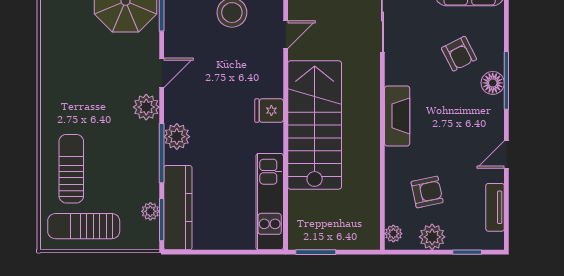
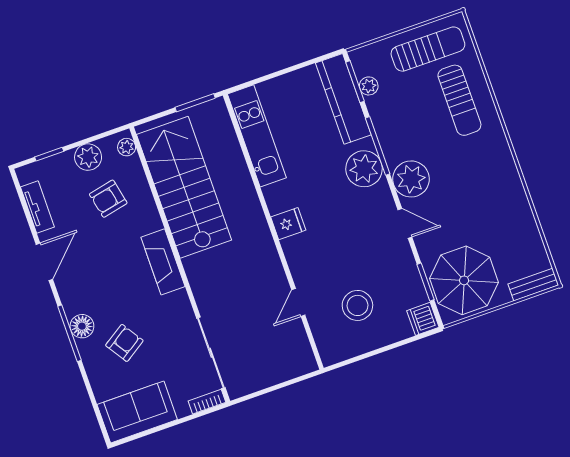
armchair: (459, 54) -> (124, 343), turned 84
door: (162, 73) -> (405, 223), swing flipped
plant: (146, 107) -> (411, 179), width x1.36, depth x1.36
stairs: (315, 125) -> (184, 187), moved, turned 180
plant: (177, 137) -> (364, 169), width x1.36, depth x1.36
door: (506, 154) -> (44, 262), width x1.38

